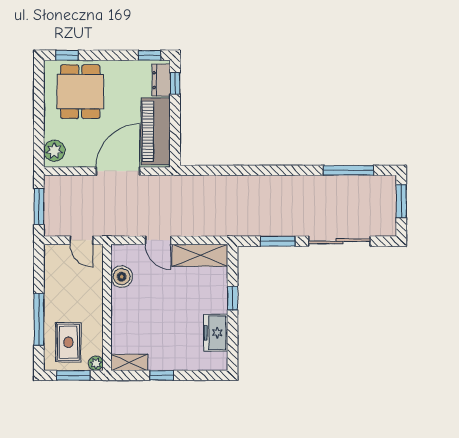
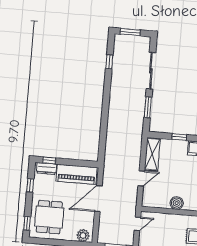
window: (149, 55) -> (30, 185), moved
dining table: (80, 92) -> (49, 217), turned 90
window: (348, 170) -> (109, 62), width x0.46
door: (118, 171) -> (98, 199), hinge flipped
boiler: (122, 277) -> (177, 203), moved

